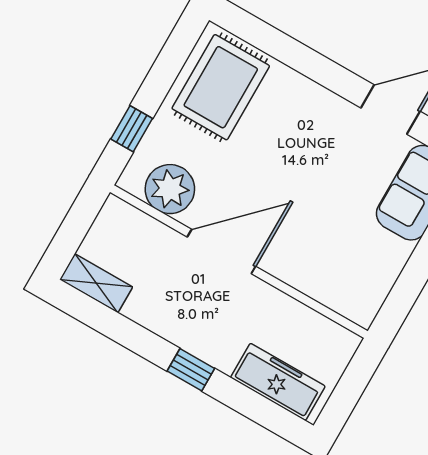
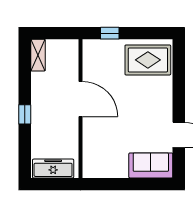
plant: (170, 189) -> (94, 63), removed
freezer: (278, 382) -> (53, 169), moved, turned -90

